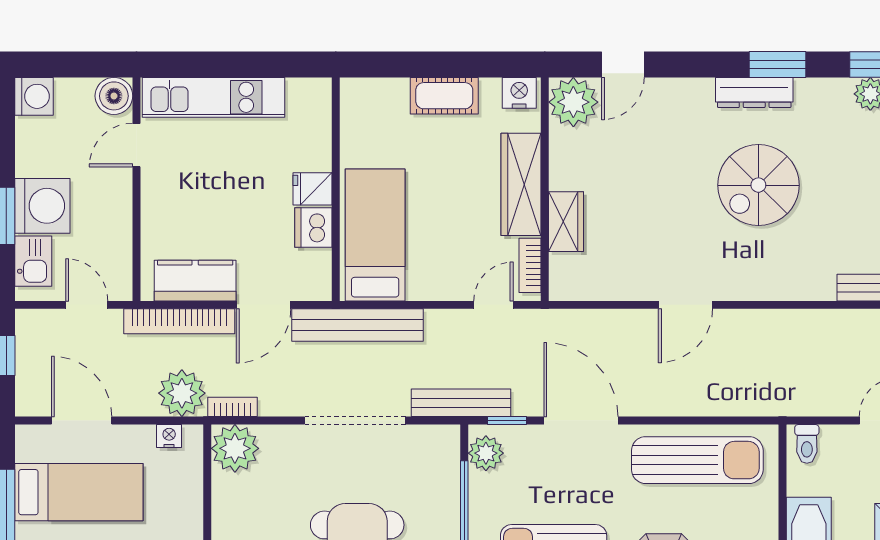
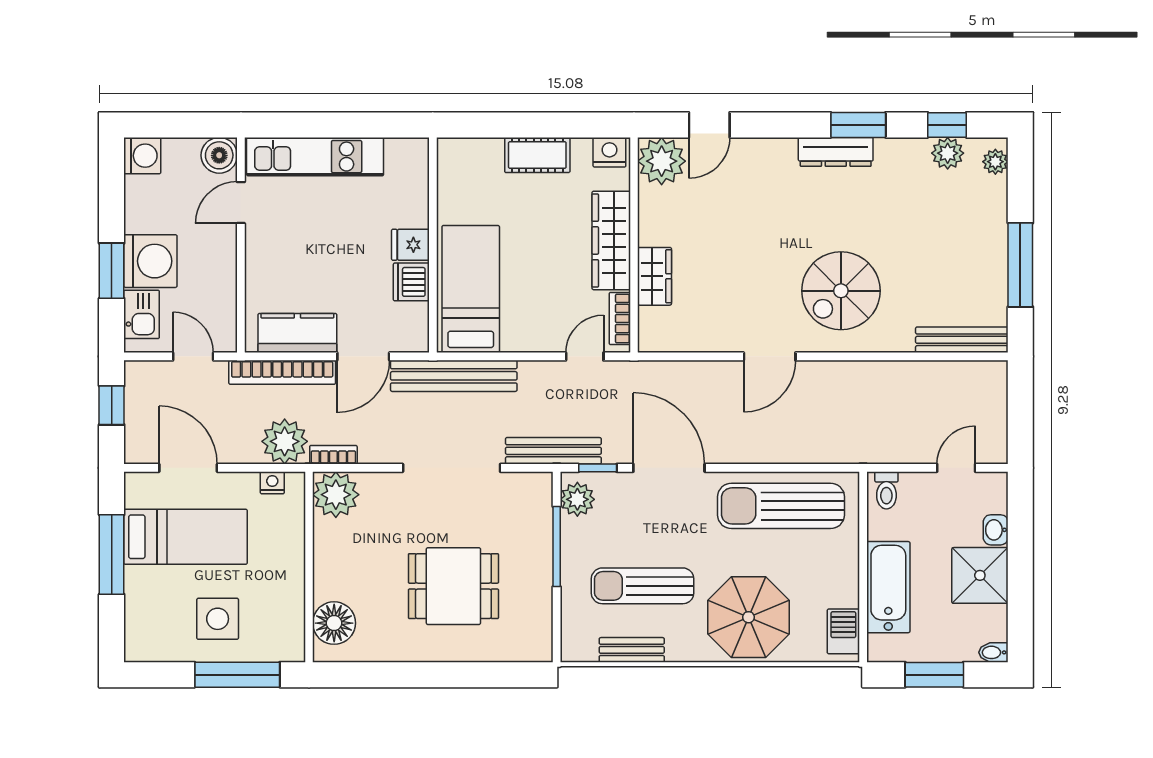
spiral stairs: (758, 185) -> (841, 291), moved
sun lounger: (697, 460) -> (781, 506), turned 180

